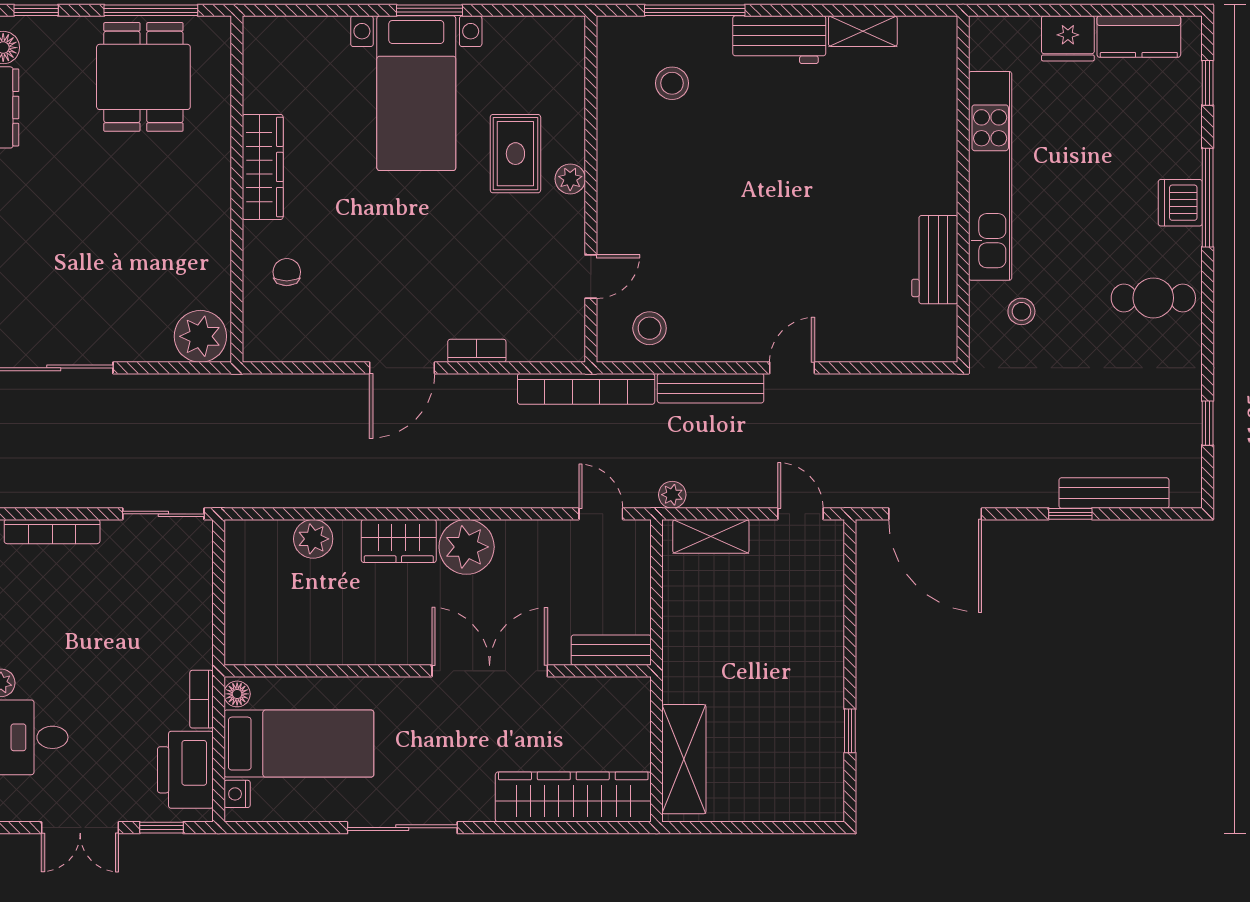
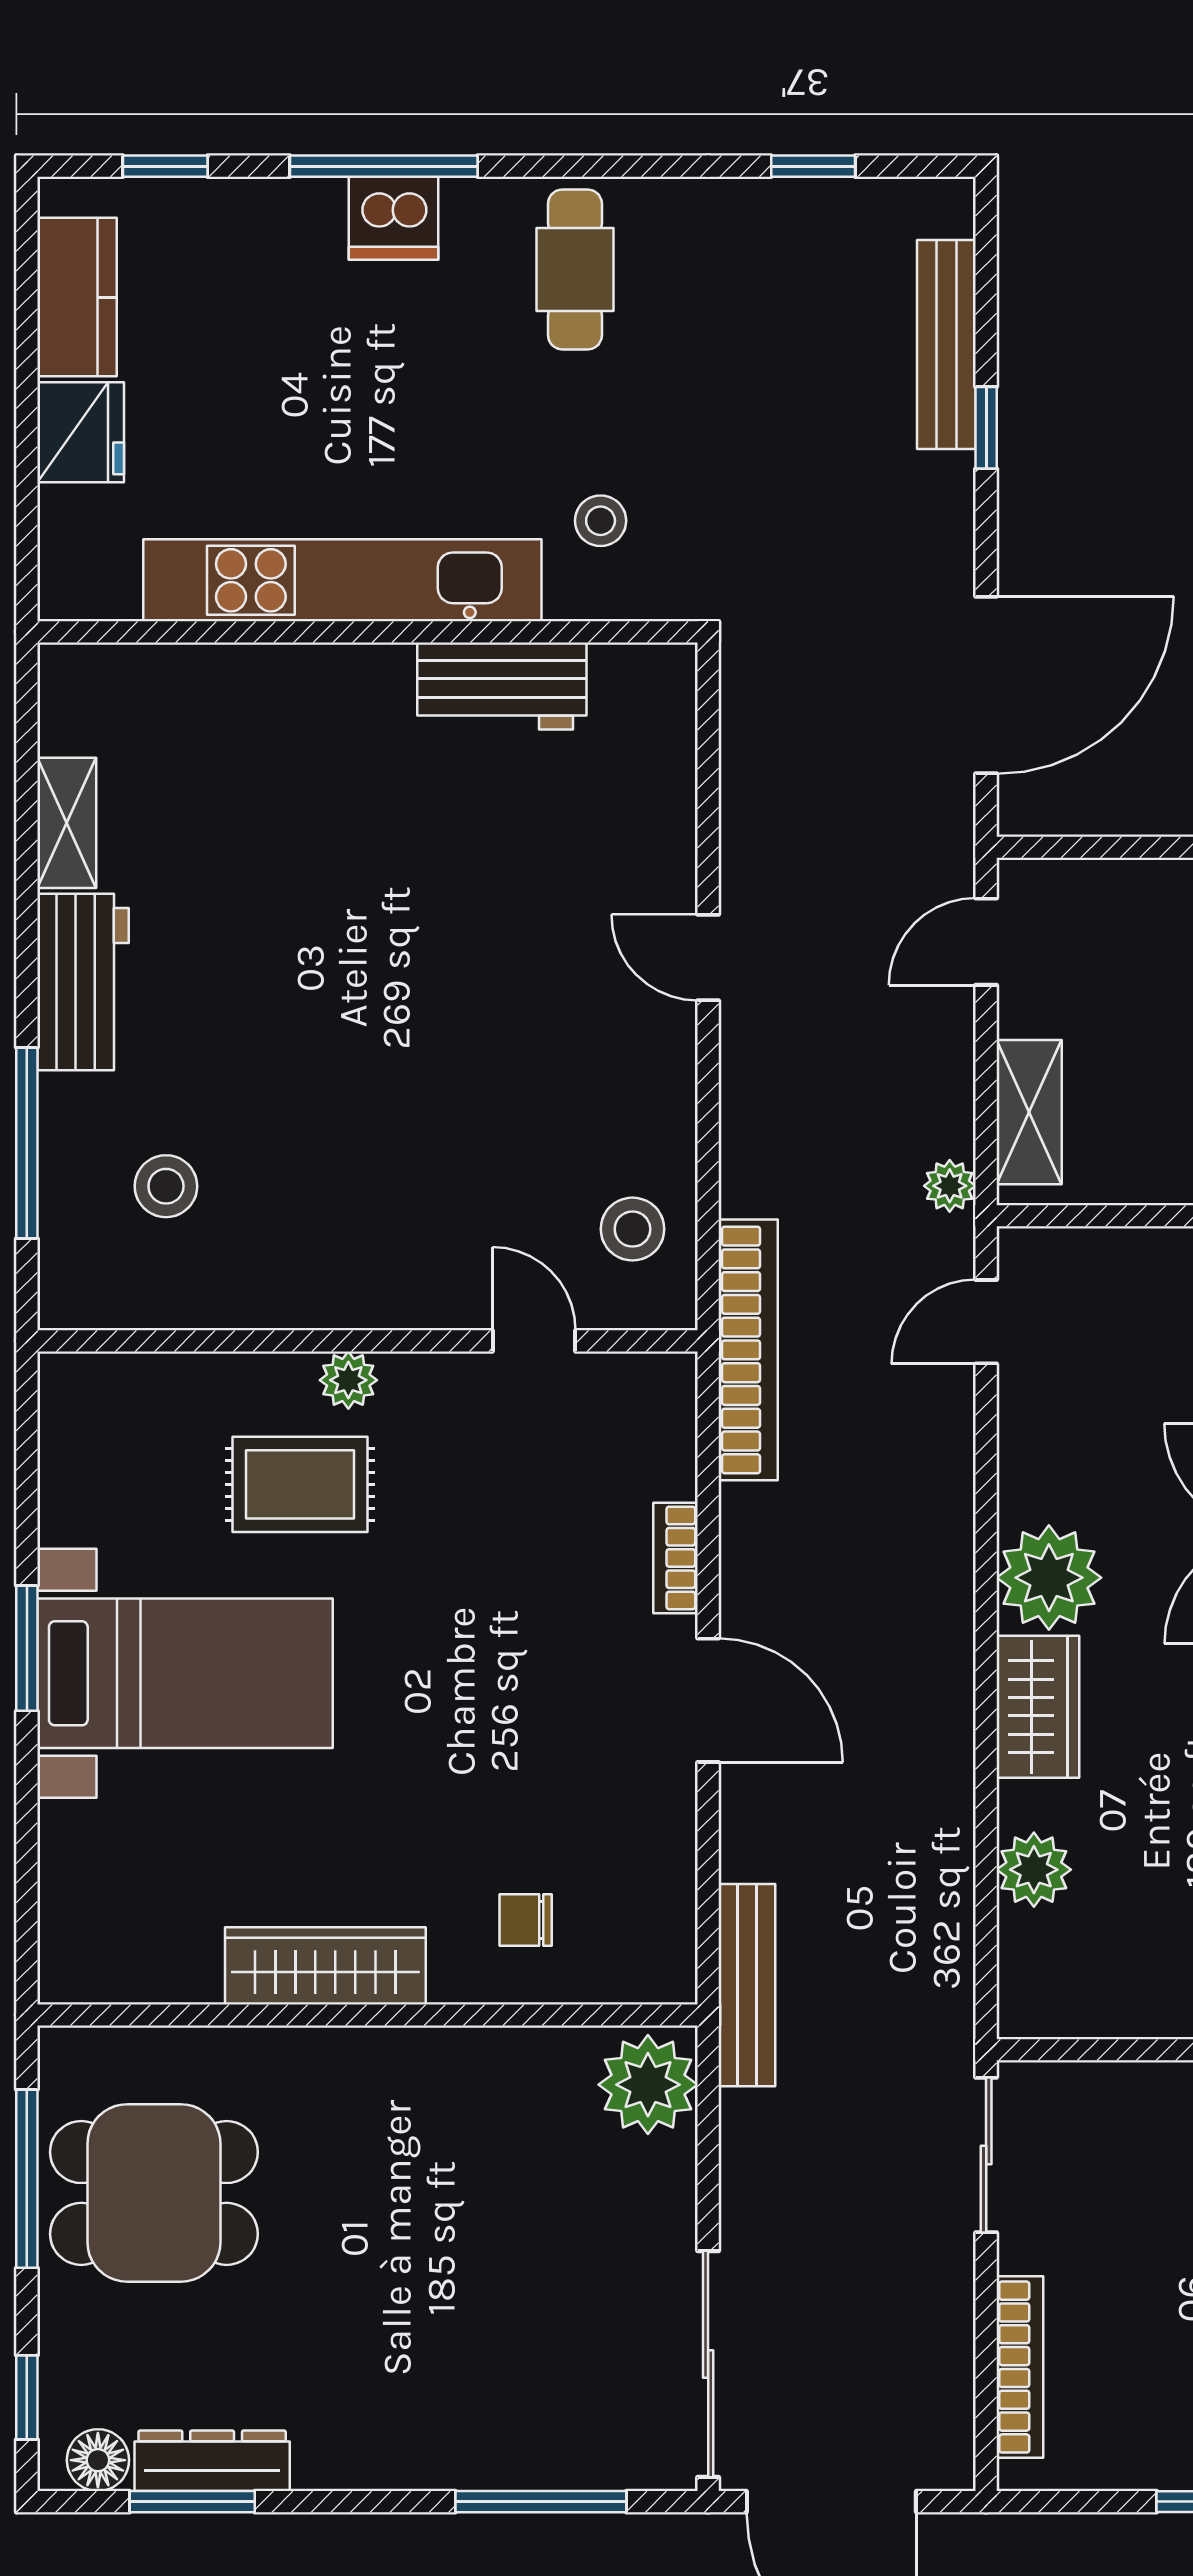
bench: (711, 388) -> (747, 1985), moved

